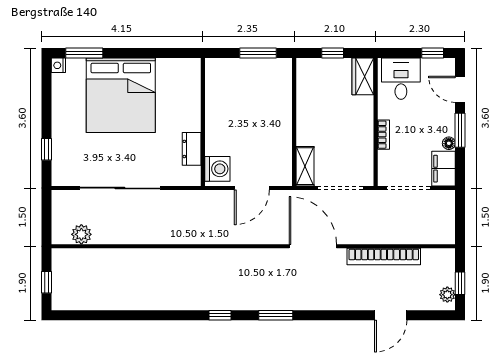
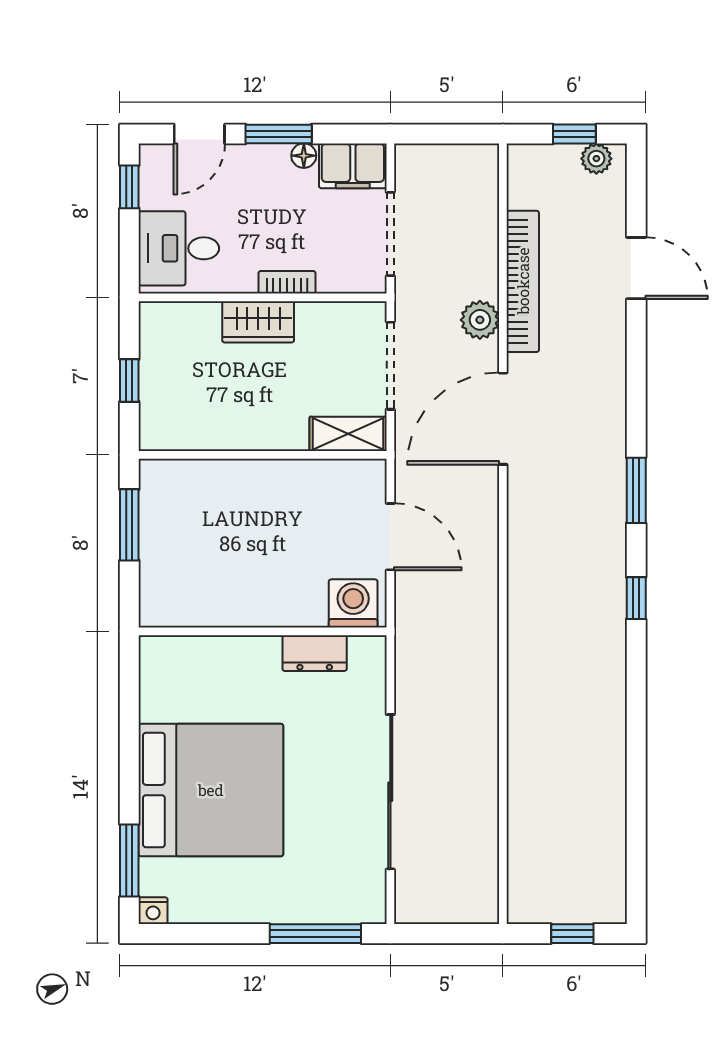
wardrobe: (363, 76) -> (258, 322), moved
window: (47, 149) -> (315, 934), width x2.17
plant: (81, 234) -> (480, 320), moved

